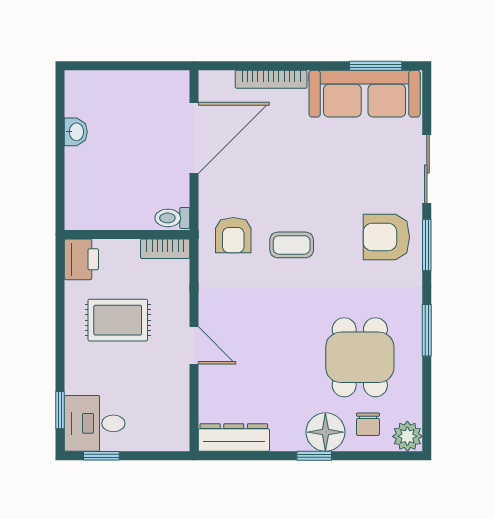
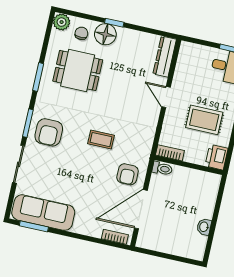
bookcase: (271, 79) -> (115, 237), moved, width x0.64
armchair: (233, 235) -> (128, 174), moved, turned 180
armchair: (386, 237) -> (49, 132), turned 90
dining table: (360, 357) -> (78, 70), turned 90
dresser: (234, 437) -> (165, 57), moved, turned 90

